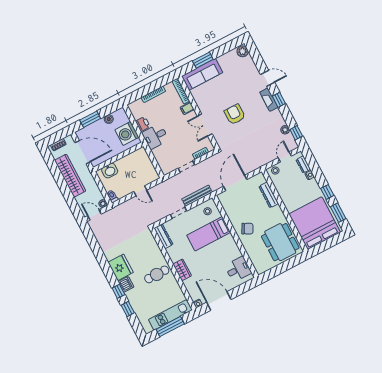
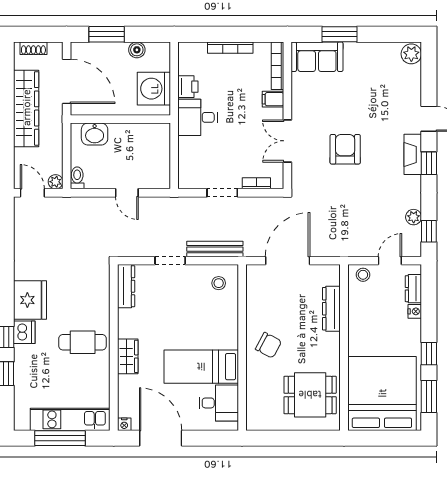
sofa: (202, 74) -> (317, 57), width x0.74
bed: (209, 234) -> (201, 367), moved
dining table: (280, 242) -> (310, 395), width x0.73

